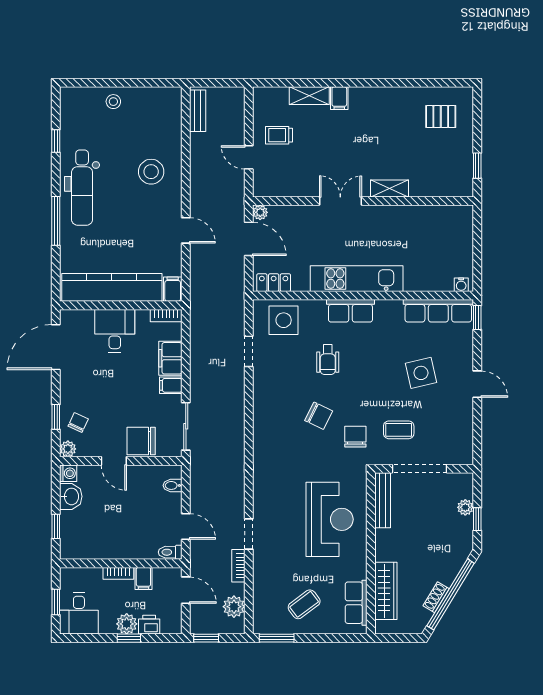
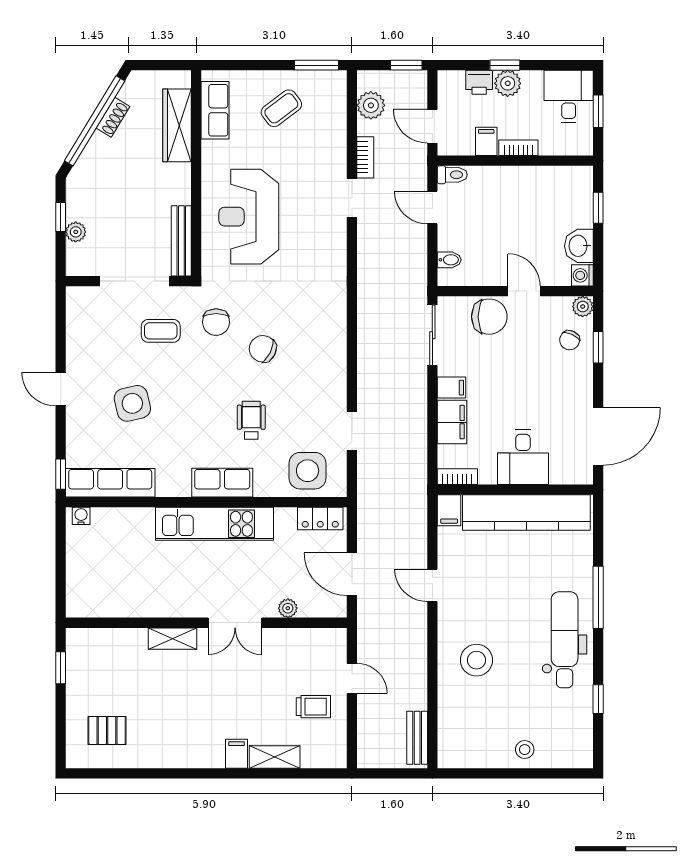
plant: (260, 212) -> (288, 608), moved

